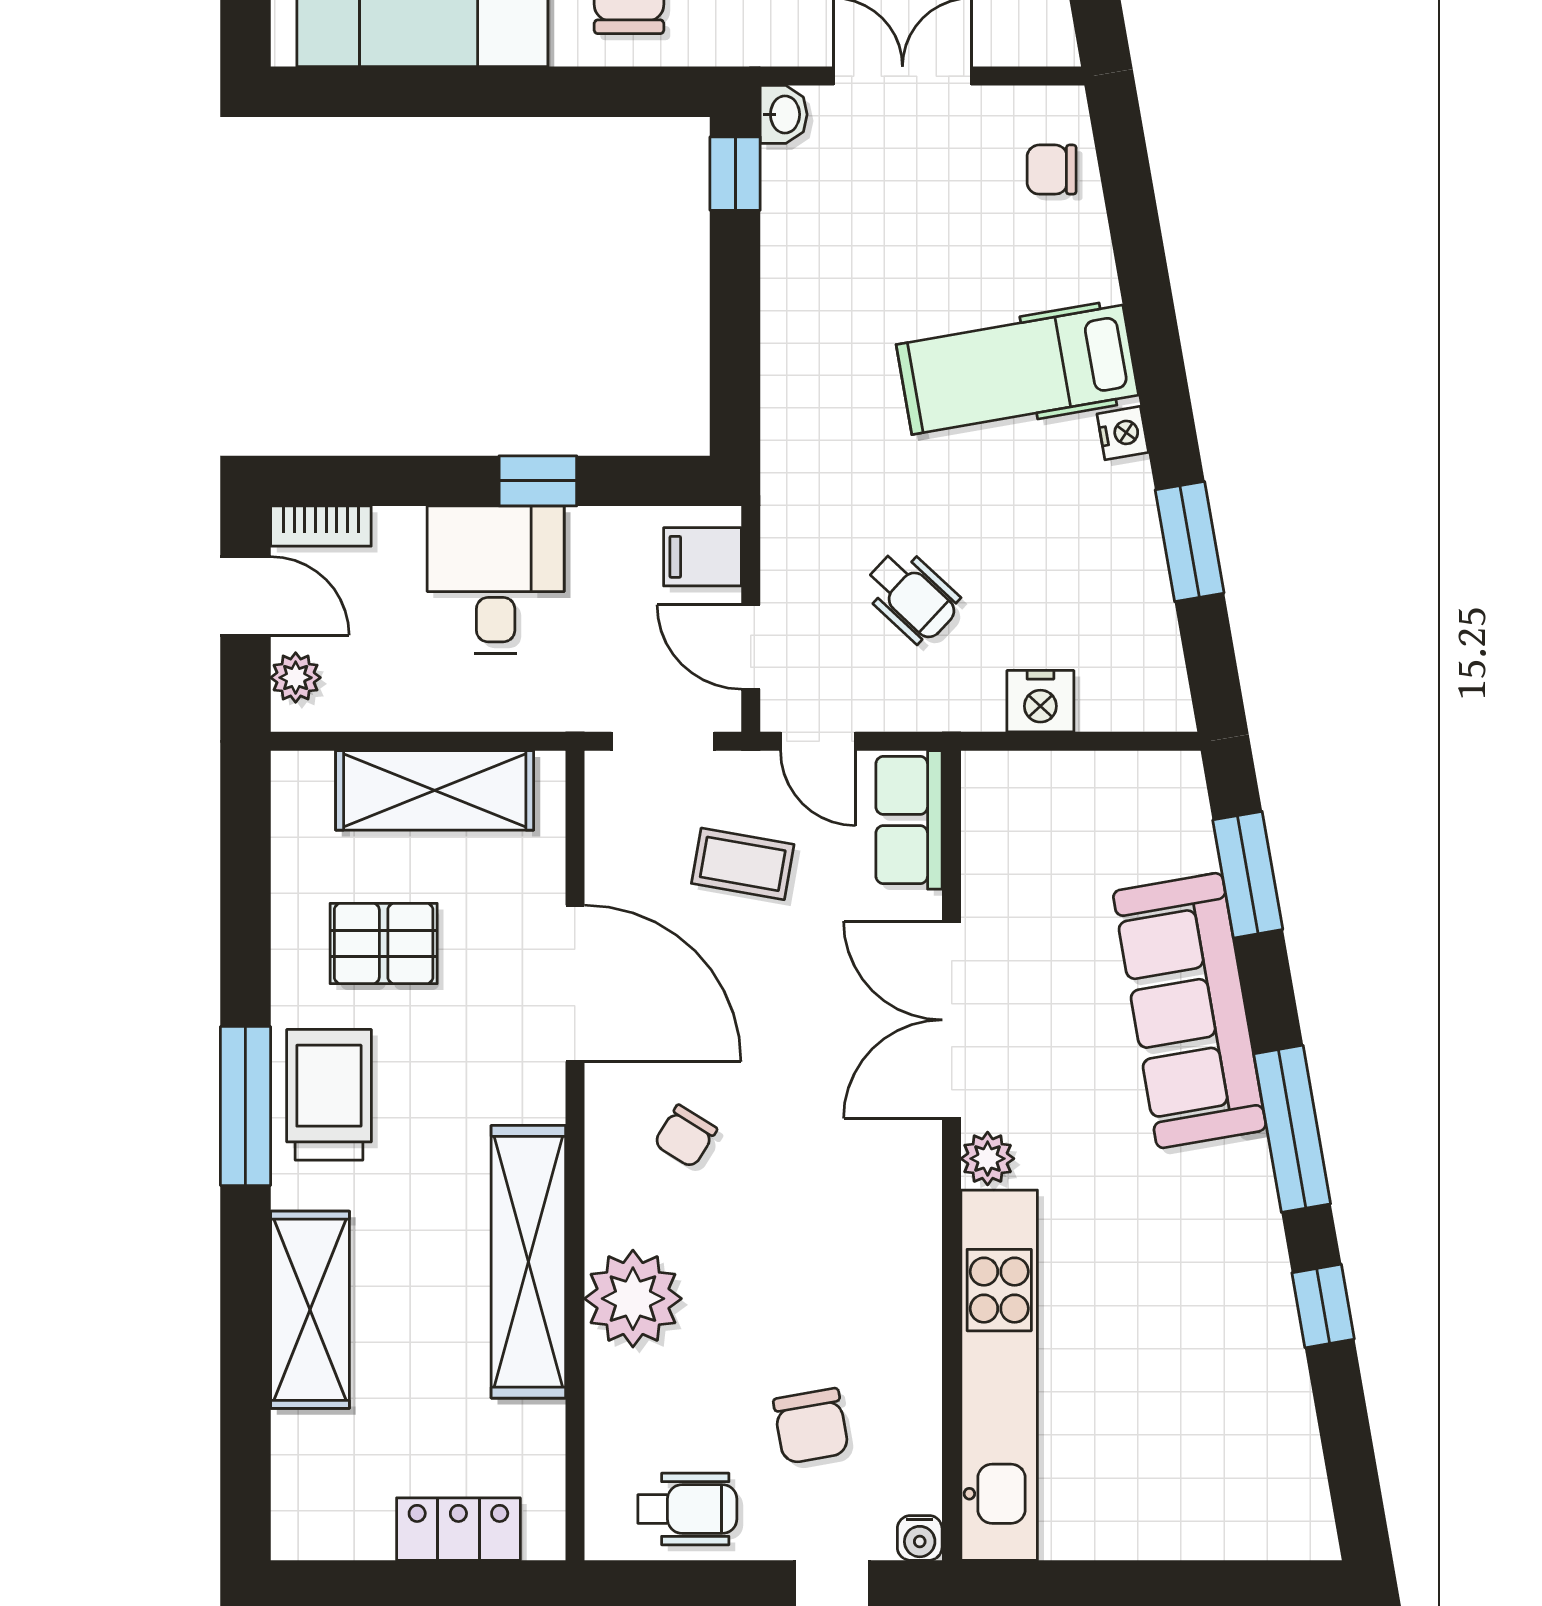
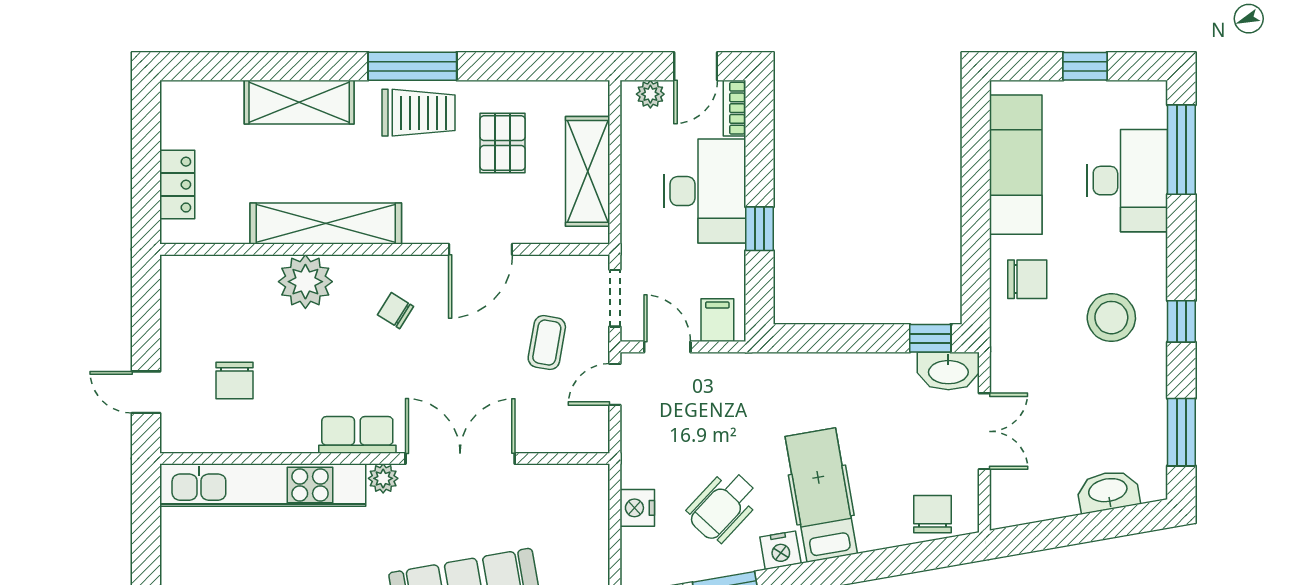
washbasin: (784, 114) -> (948, 371), width x1.91, depth x1.45
chair: (1052, 170) -> (933, 514), width x1.37, depth x1.37
nightstand: (1123, 433) -> (780, 550), width x1.39, depth x1.35
desk: (496, 580) -> (705, 191), width x1.37
wheelchair: (912, 596) -> (723, 506), moved, width x1.36, depth x1.37
door: (751, 647) -> (667, 347), hinge flipped
row of seats: (909, 820) -> (357, 435), moved
door: (575, 983) -> (480, 249), width x0.73
chair: (811, 1426) -> (235, 380), turned -80
wheelchair: (687, 1509) -> (188, 312), removed
water cooler: (920, 1538) -> (172, 441), removed

